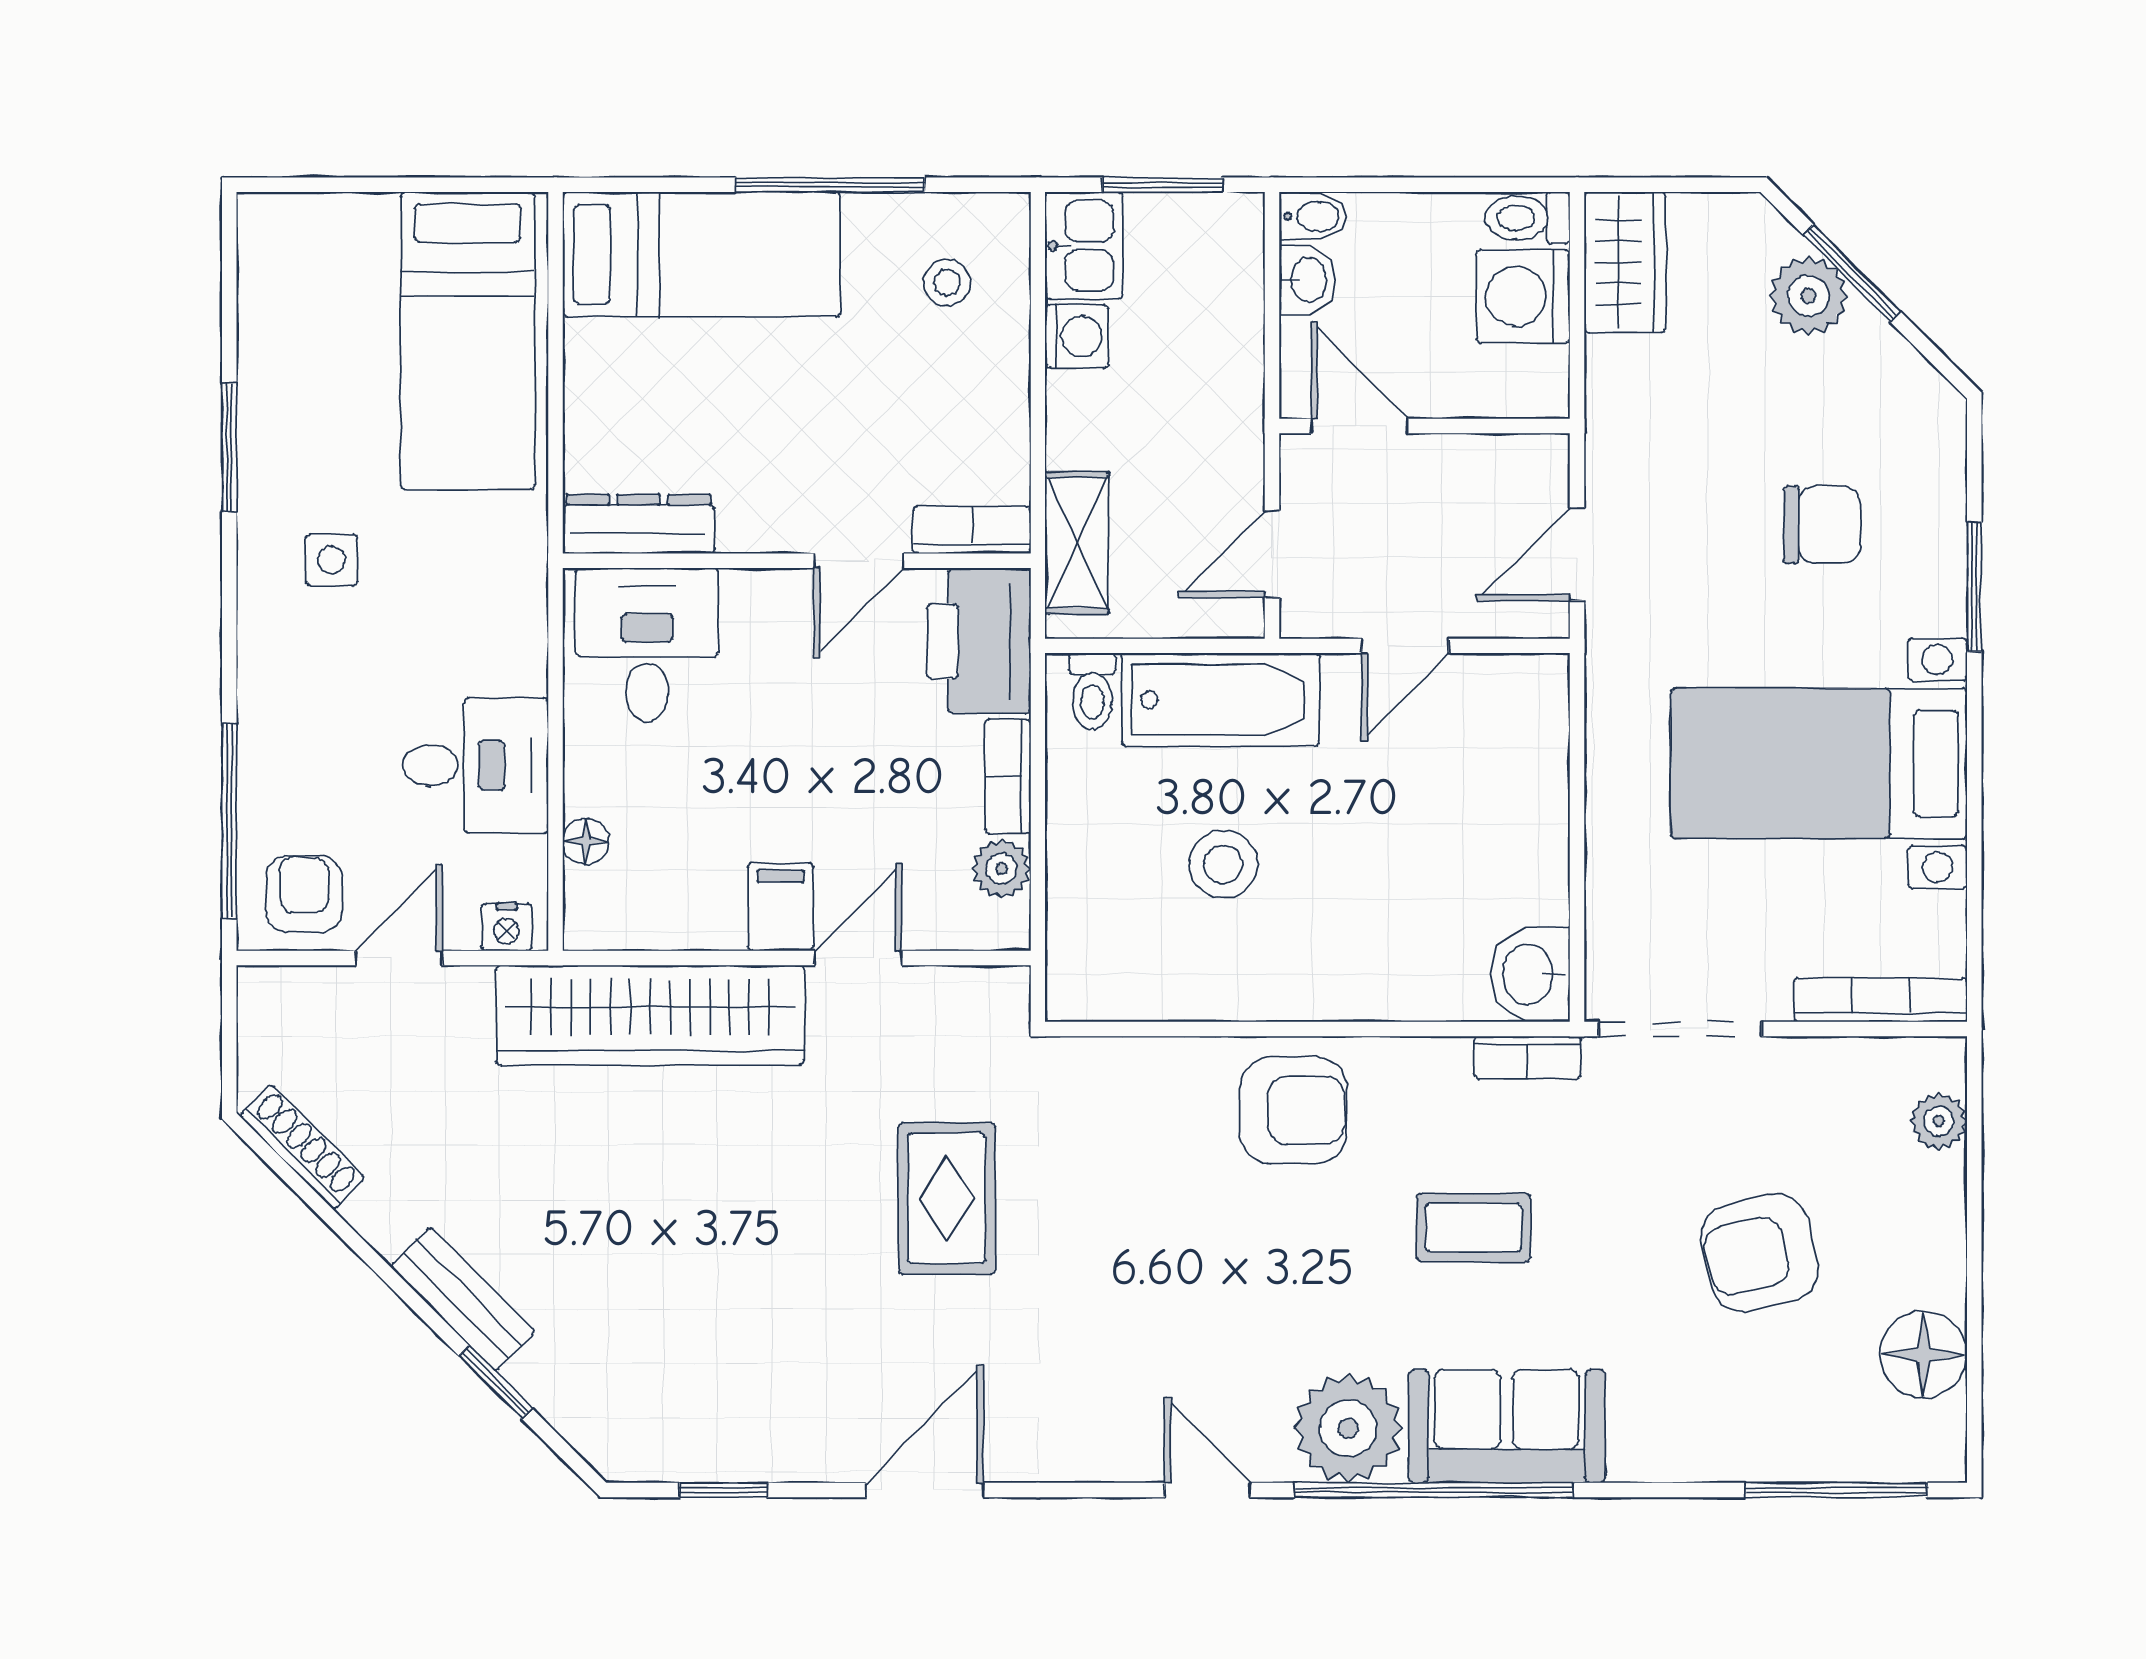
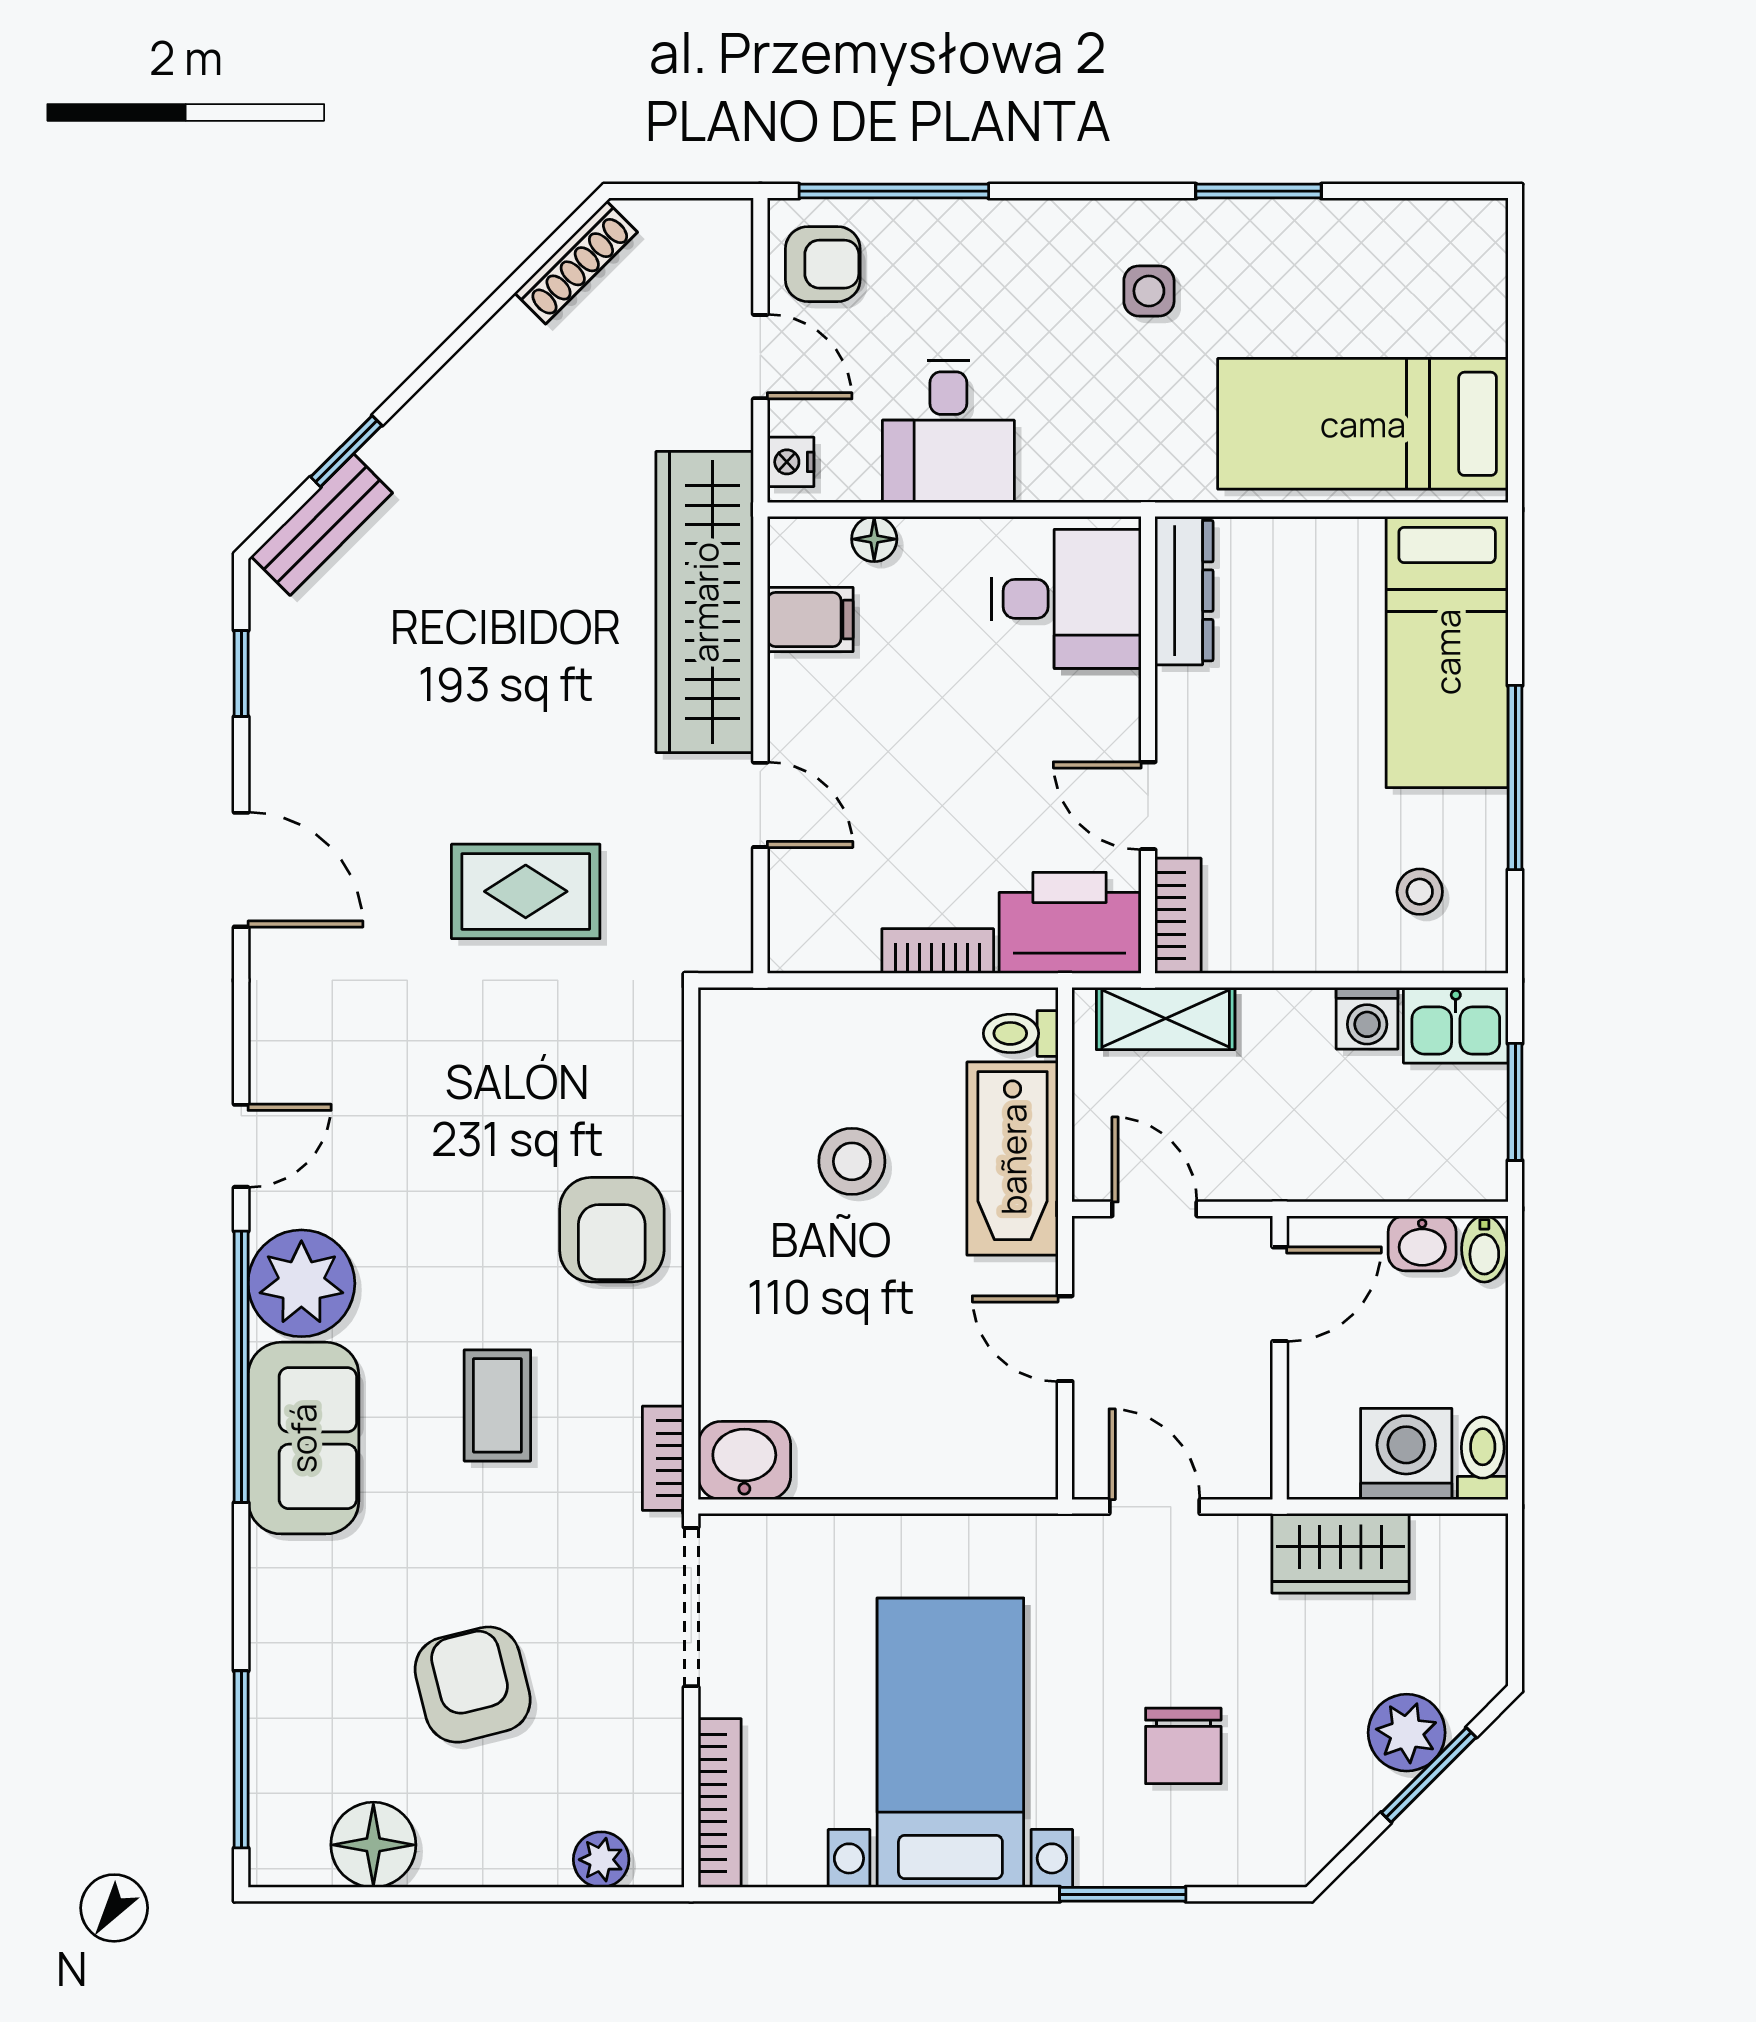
wardrobe: (1625, 262) -> (1340, 1553), moved
plant: (1001, 869) -> (848, 945), removed
filing cabinet: (781, 907) -> (810, 620), moved
bench: (463, 1299) -> (322, 525), moved

